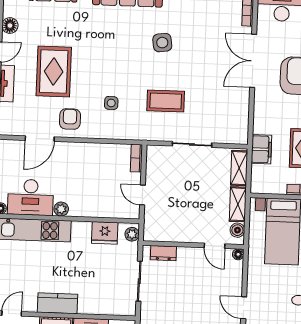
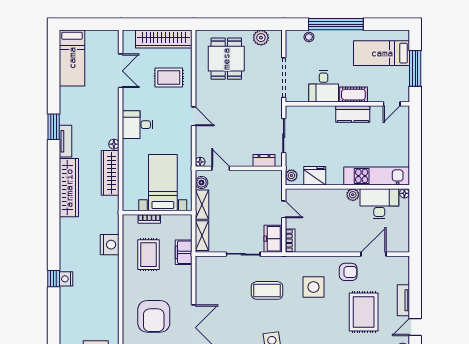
side table: (111, 103) -> (314, 287), width x1.87, depth x1.87
armchair: (70, 119) -> (348, 272), turned -90
freezer: (156, 161) -> (273, 239), added

